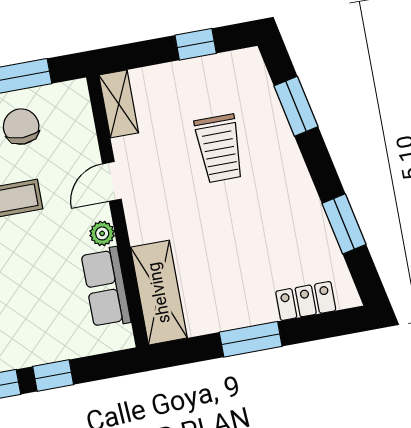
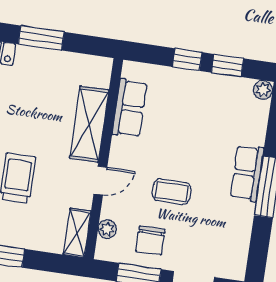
plant: (102, 233) -> (107, 229), moved
shelving: (159, 293) -> (89, 124), moved

